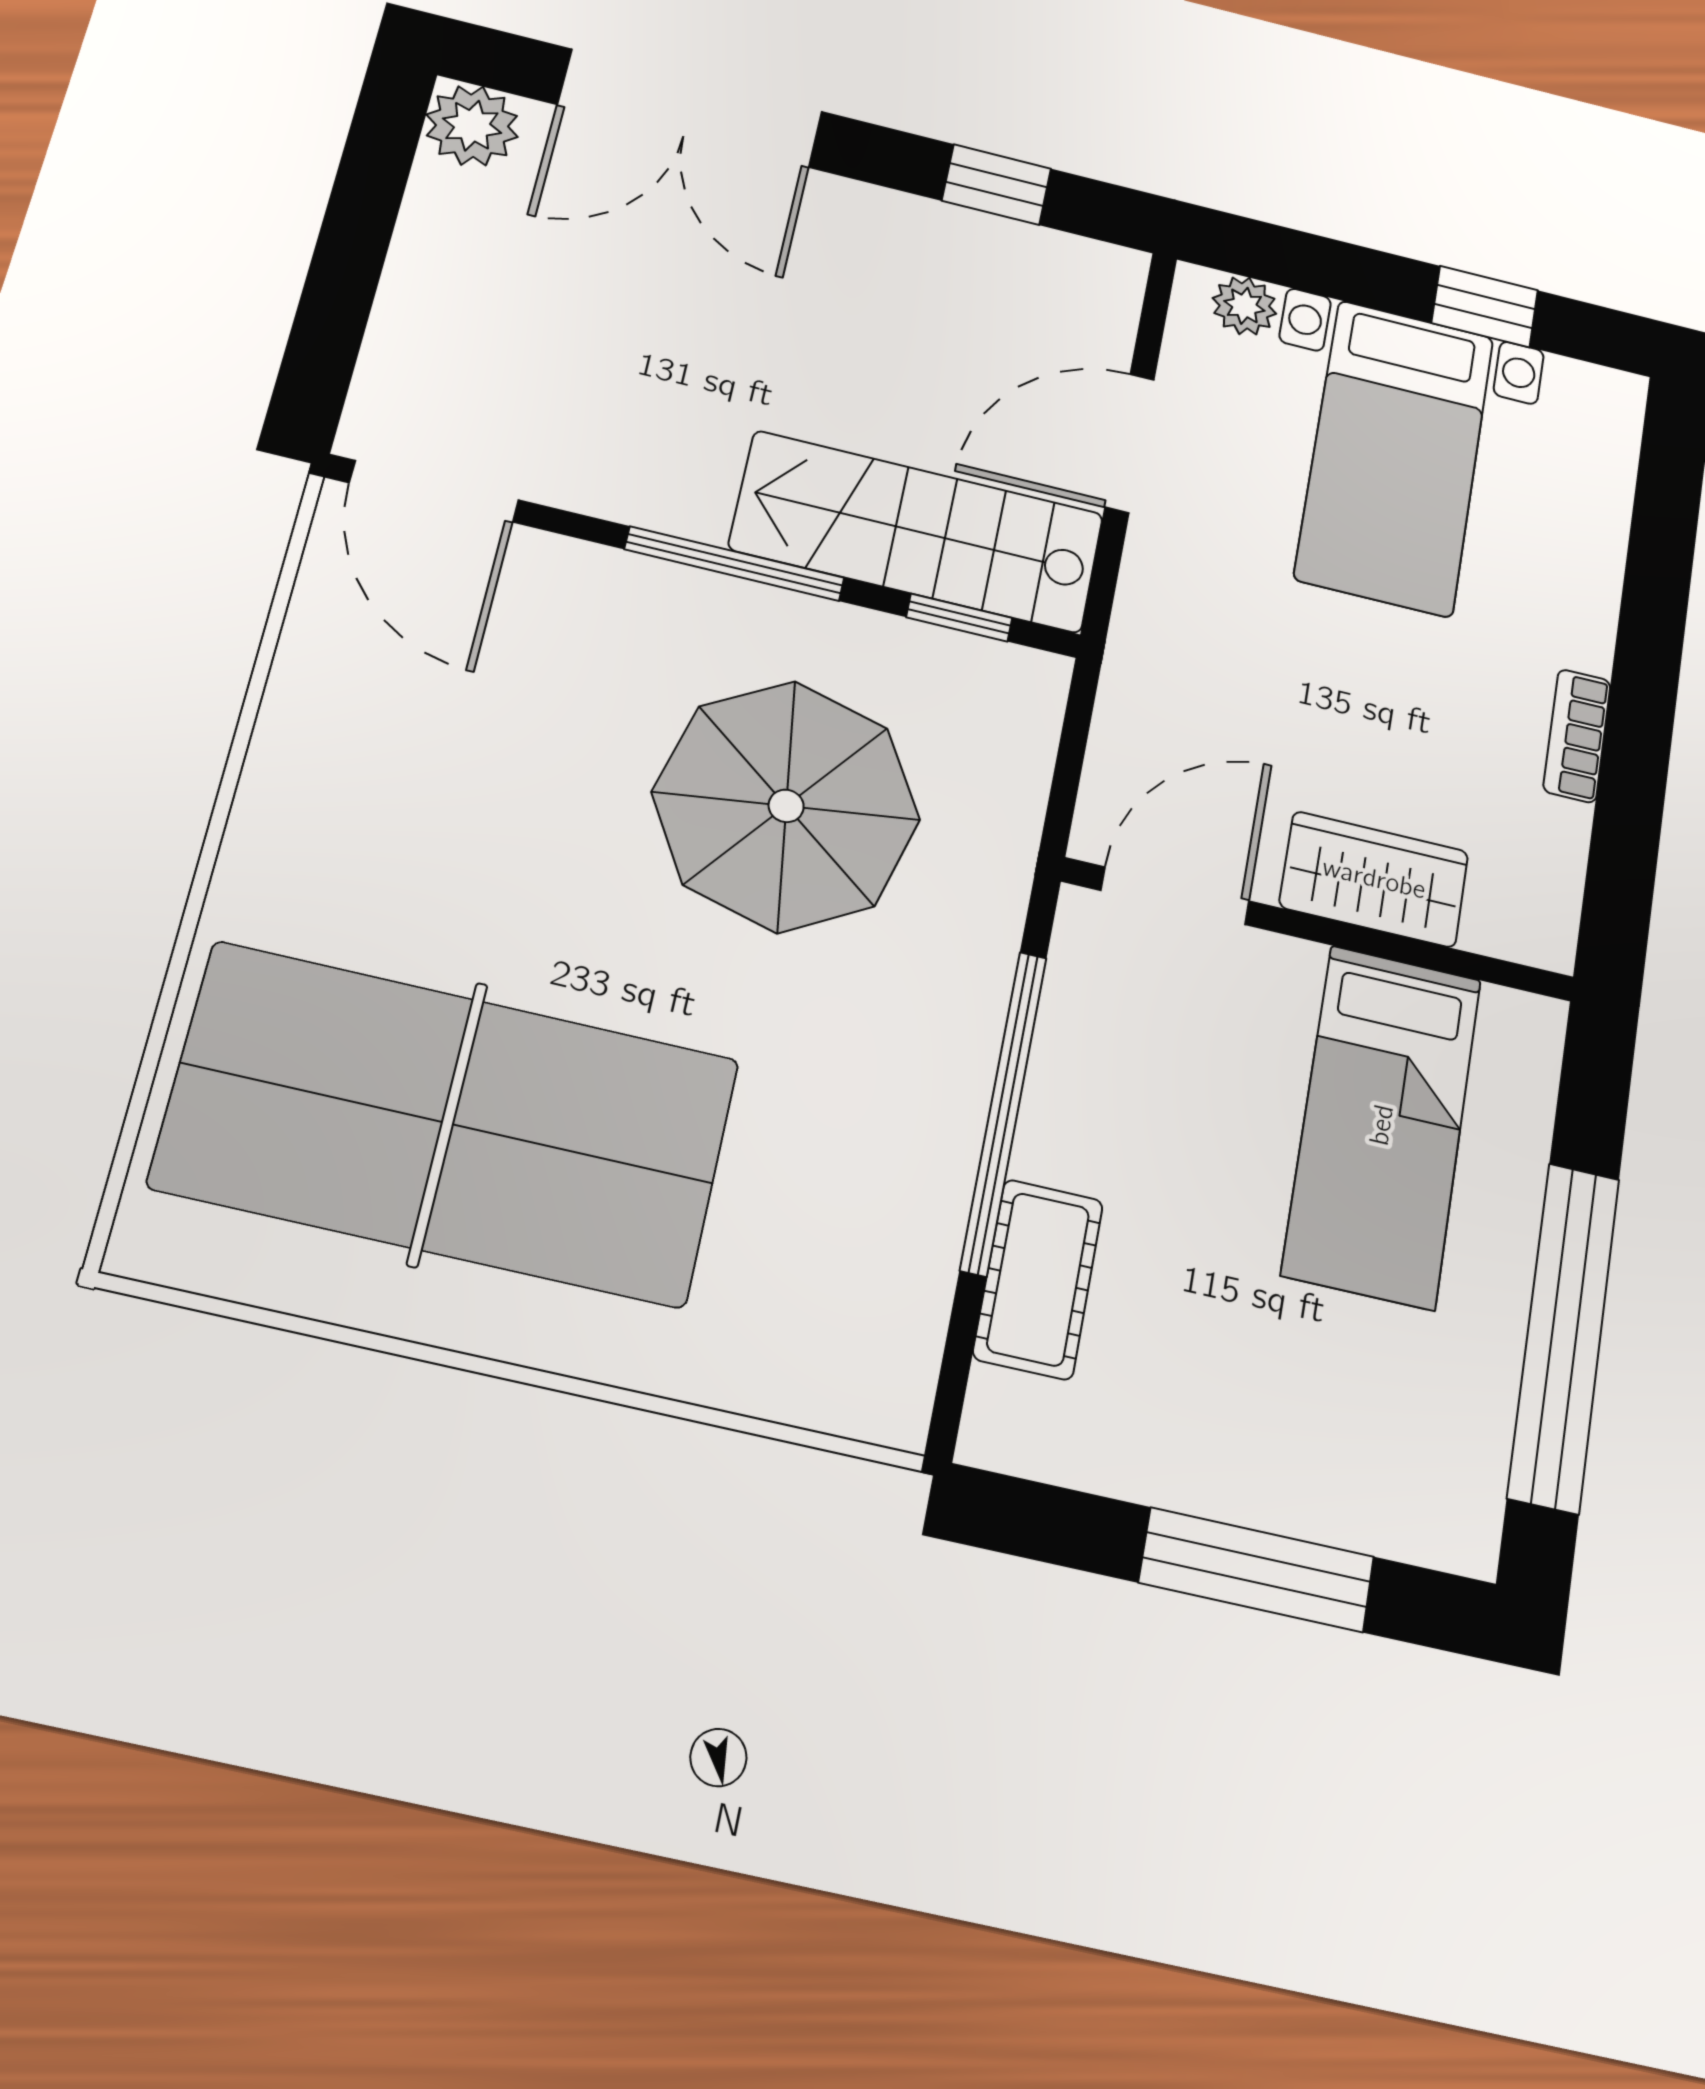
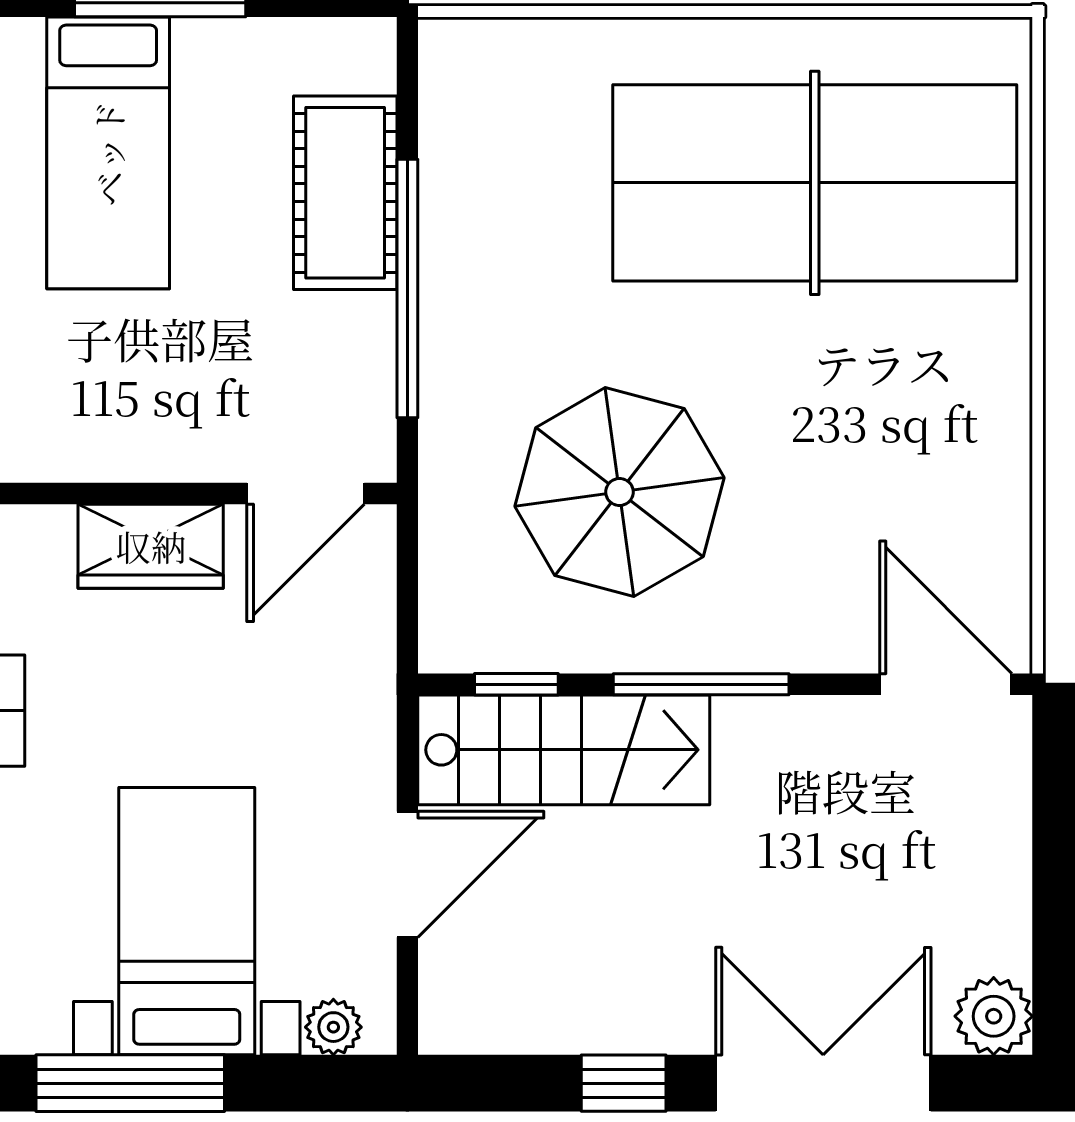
window: (996, 185) -> (624, 1083), moved
window: (1485, 307) -> (130, 1083), width x2.17
bed: (1382, 1125) -> (108, 153), moved, turned 180
cot: (1038, 1279) -> (345, 193), width x1.37, depth x1.34

